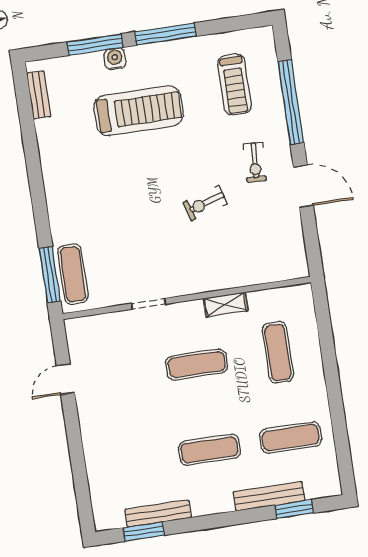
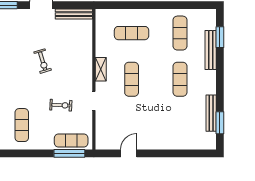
exercise bike: (255, 162) -> (61, 105), moved
exercise mat: (87, 183) -> (22, 125), added
bench: (296, 246) -> (74, 14), added
shelving: (226, 305) -> (101, 69), moved
door: (65, 379) -> (129, 153), swing flipped

